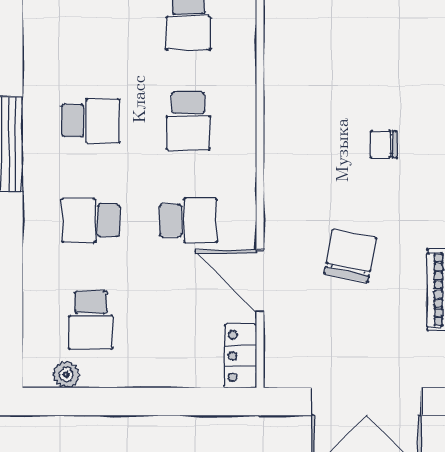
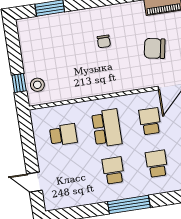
school desk: (188, 121) -> (107, 128), width x1.85
school desk: (91, 220) -> (157, 164), turned 180

